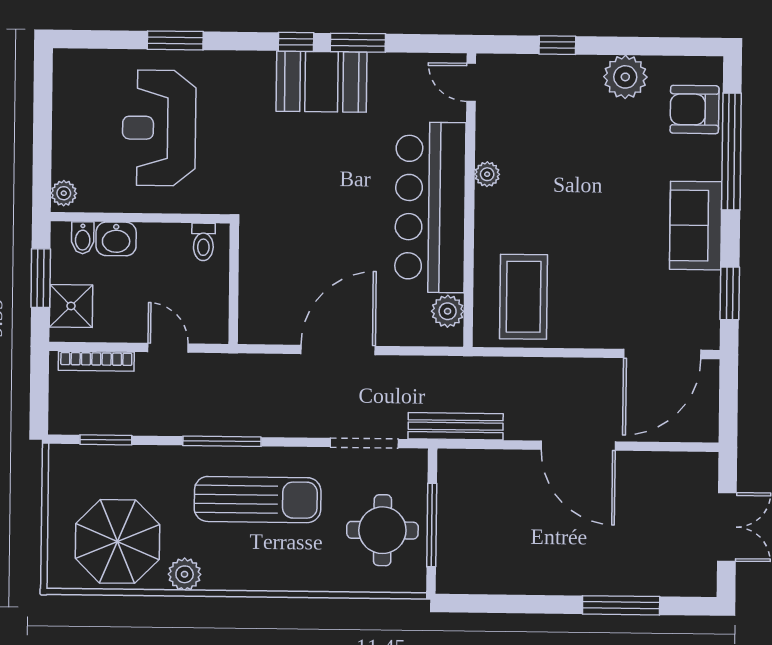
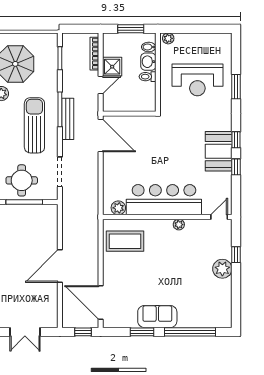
window: (358, 43) -> (236, 167), width x0.67
plant: (625, 77) -> (222, 269), moved
armchair: (695, 109) -> (208, 315), removed
reception desk: (159, 128) -> (197, 80), turned 180
toilet: (203, 242) -> (147, 77), moved
window: (730, 293) -> (142, 332), moved
shower: (71, 306) -> (112, 67), moved
door: (338, 350) -> (101, 136), moved
window: (728, 395) -> (83, 332), added
bench: (456, 426) -> (68, 119), moved
sun lounger: (258, 500) -> (34, 125), turned 180

